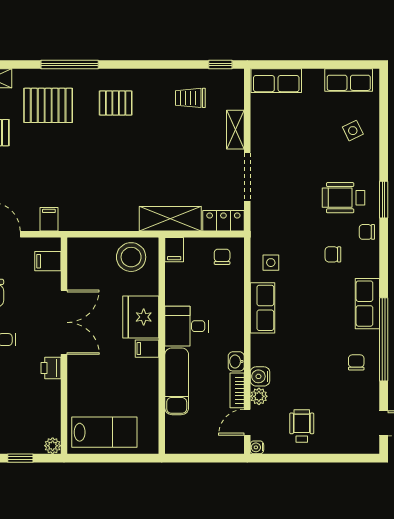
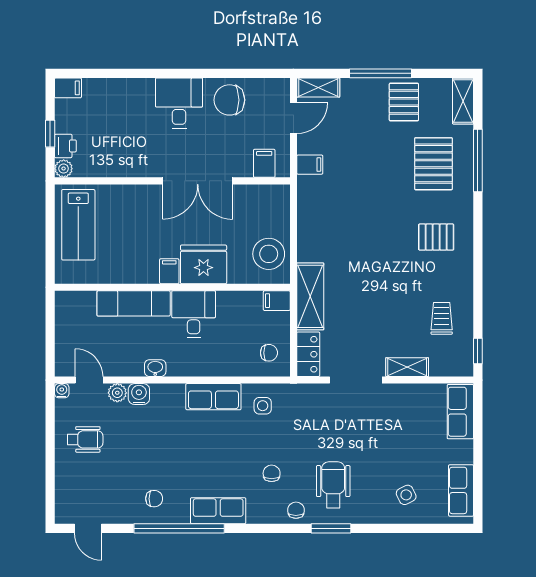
window: (70, 65) -> (478, 161), moved
pallet: (116, 103) -> (436, 237), turned 90
printer: (51, 368) -> (65, 146), moved, turned 90
bookcase: (237, 390) -> (124, 369), removed

